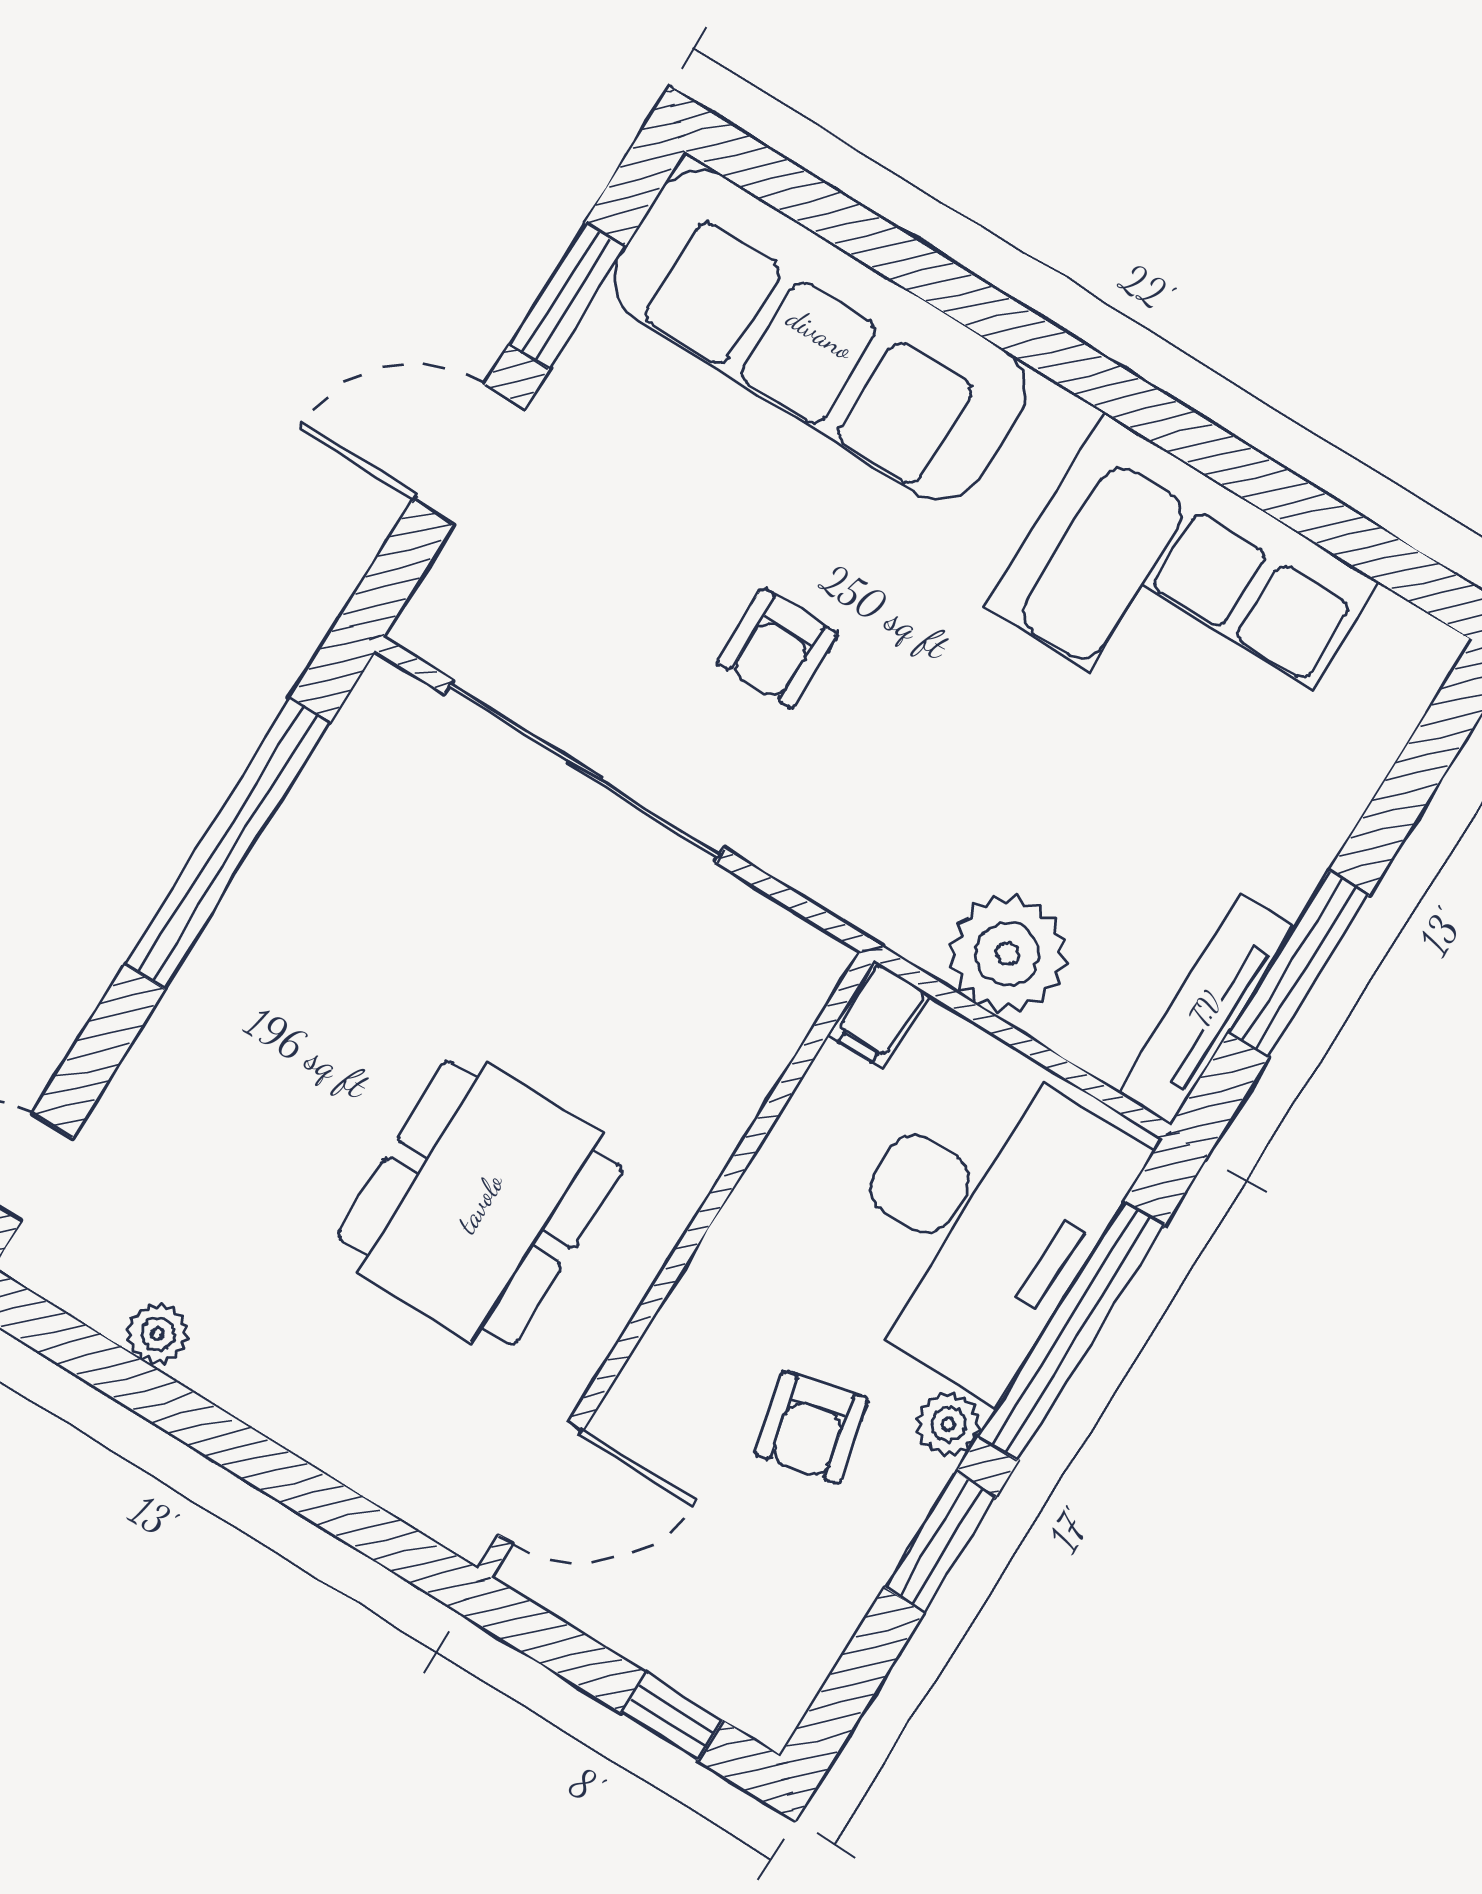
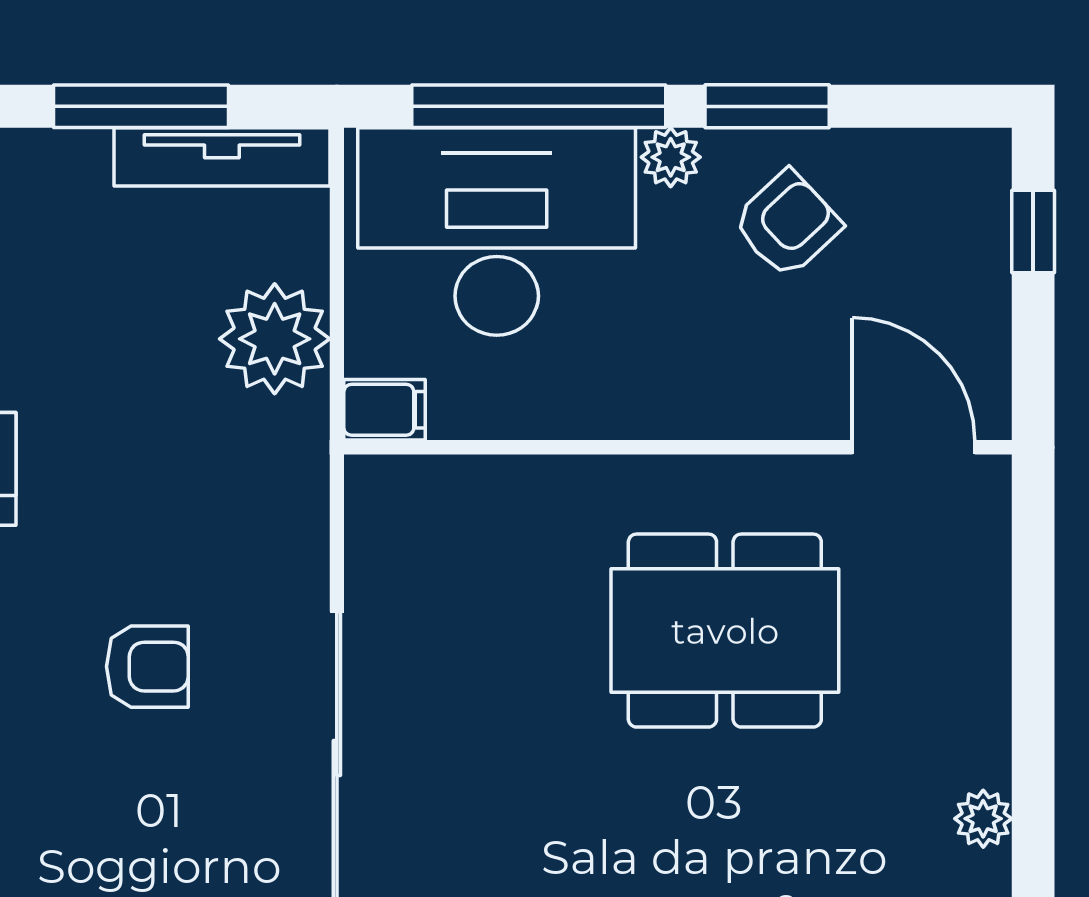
armchair: (811, 1427) -> (787, 224), moved, turned -30

